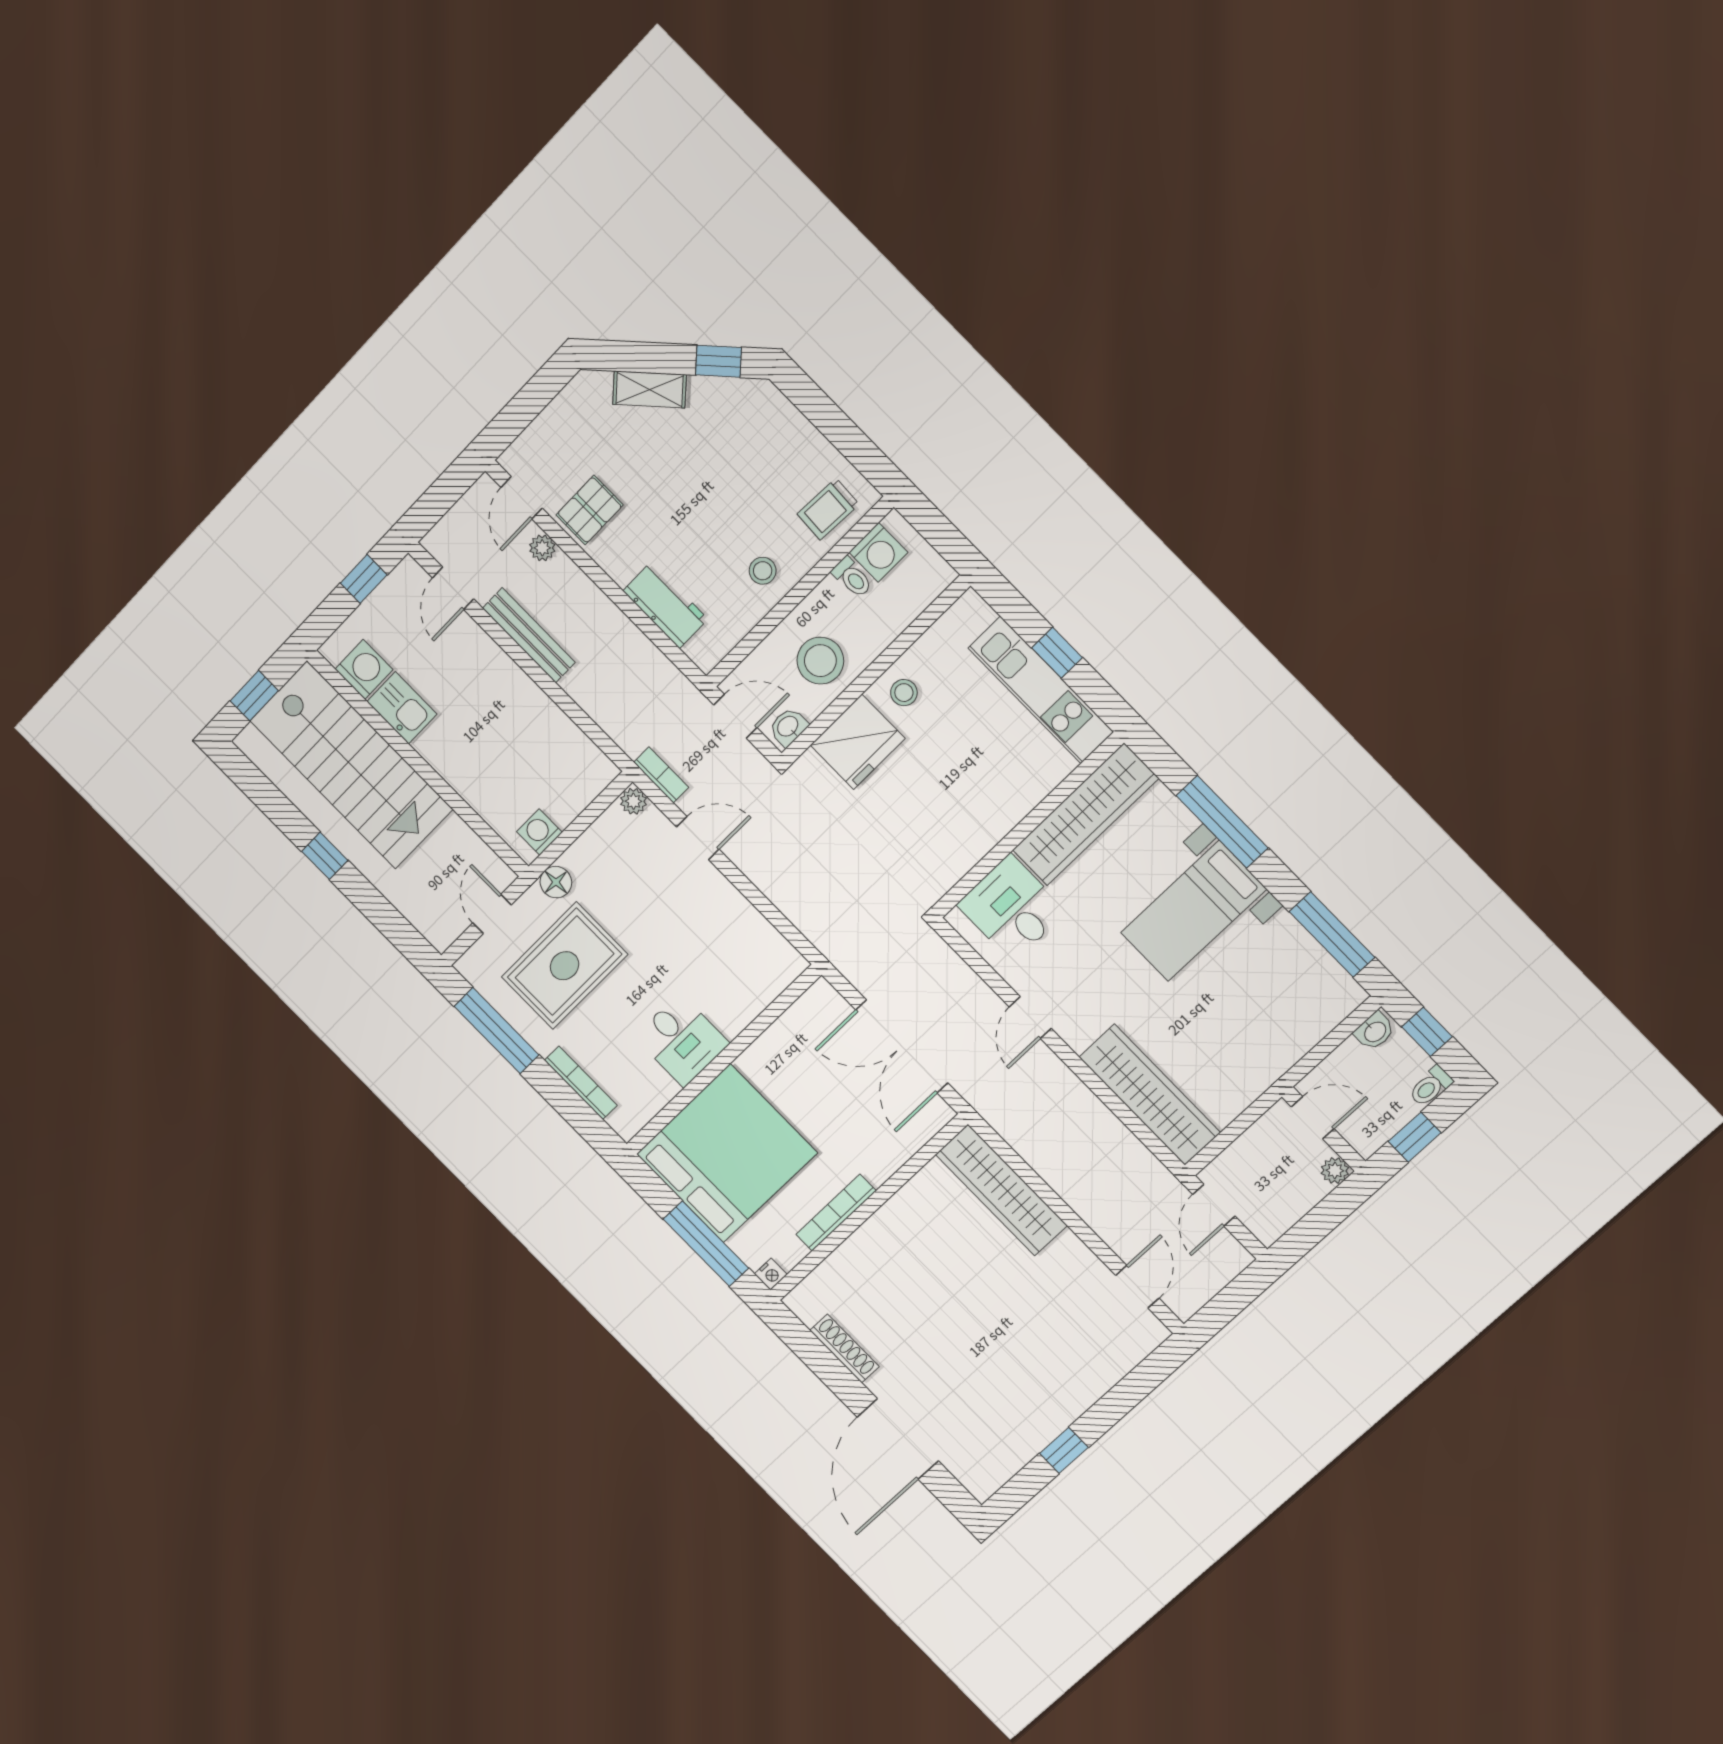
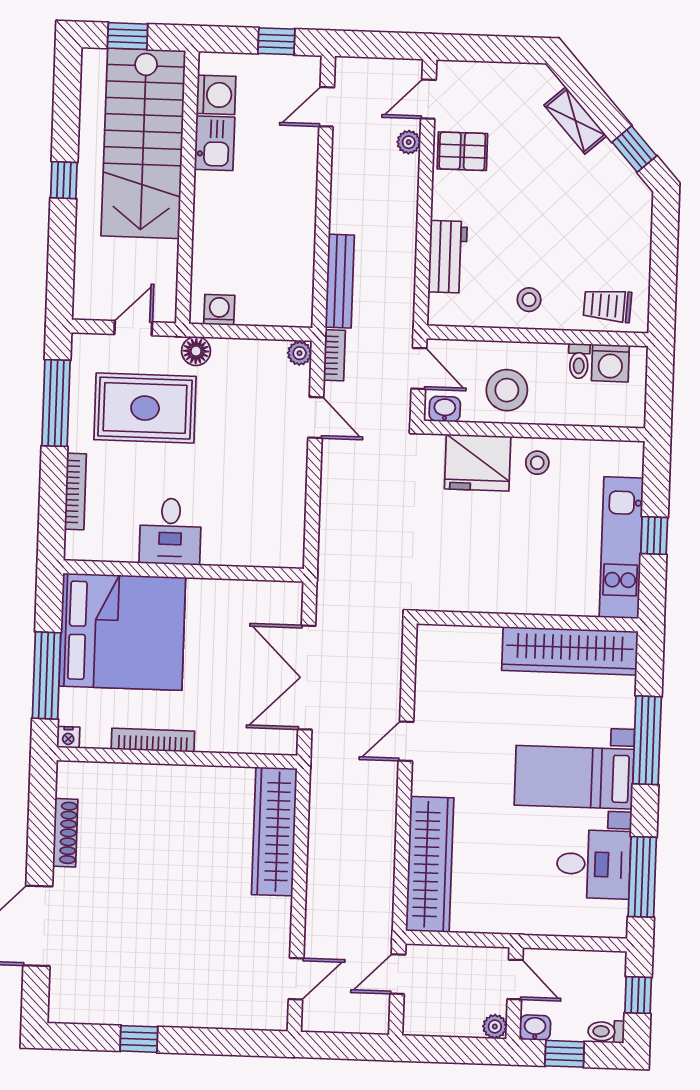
bench: (529, 635) -> (340, 281), moved
desk: (1012, 908) -> (594, 864), moved, turned 90
washbasin: (1375, 1031) -> (535, 1028), moved, turned 180

